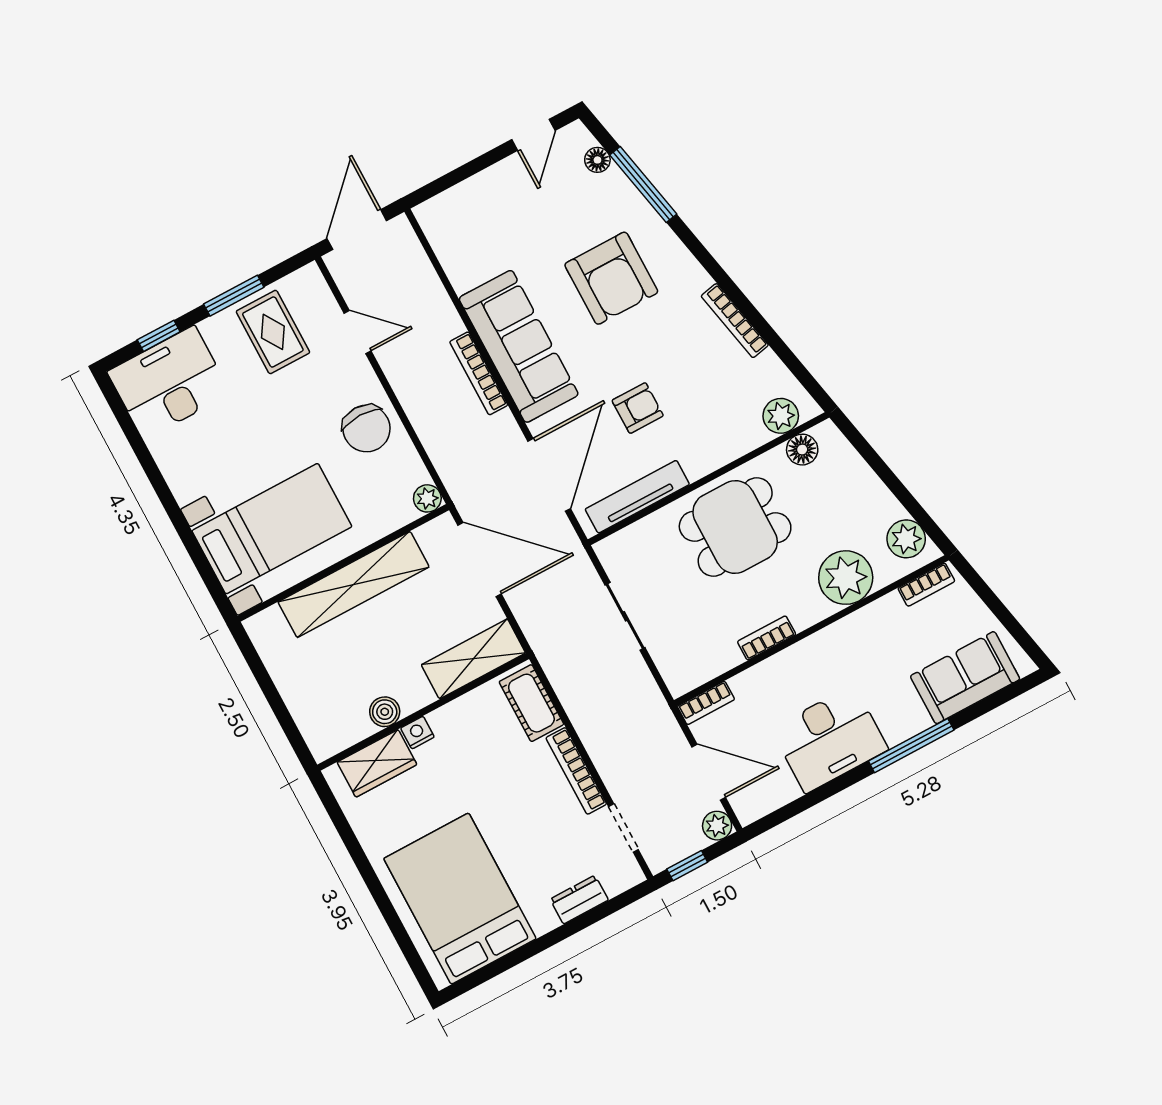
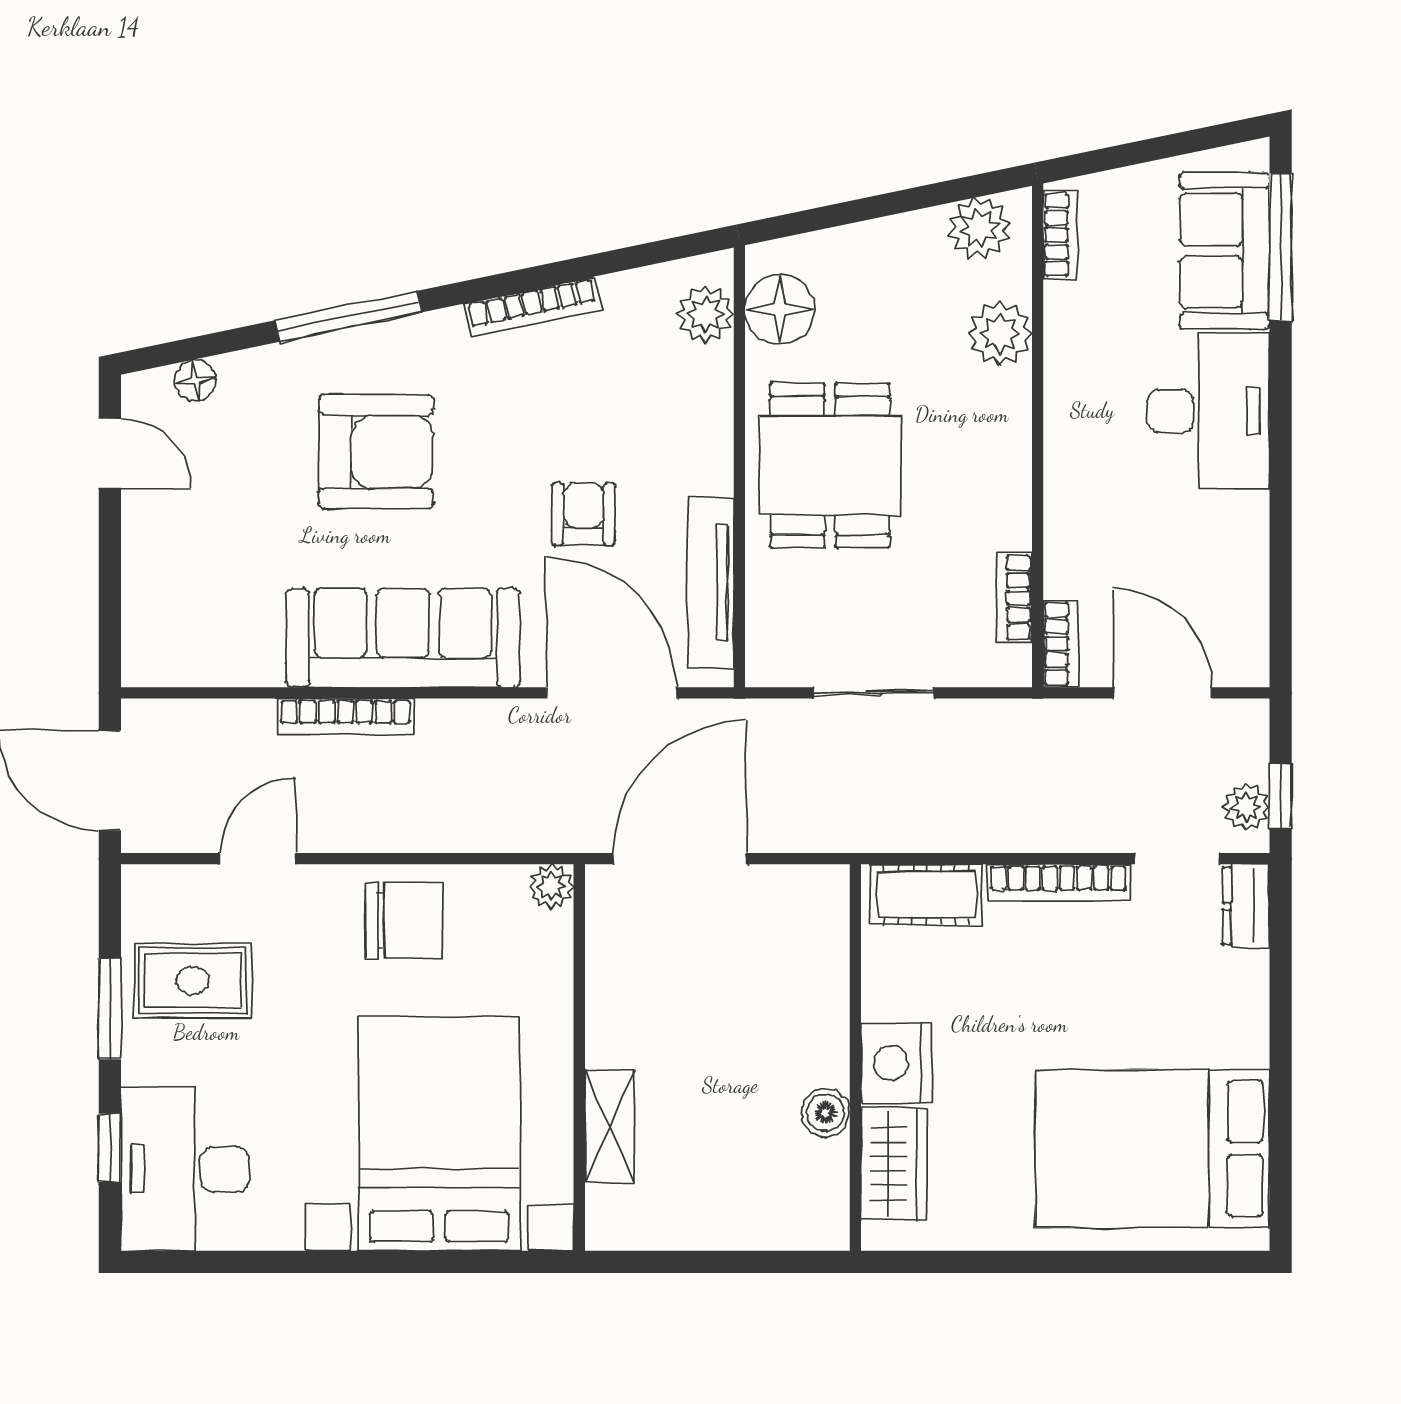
window: (643, 185) -> (349, 316), moved
bookcase: (479, 373) -> (345, 716), moved
floor lamp: (802, 450) -> (780, 309), width x1.38, depth x1.38
bed with nightstands: (272, 529) -> (439, 1134), width x1.36
plant: (846, 578) -> (1000, 334), width x0.73, depth x0.73
shelving: (354, 584) -> (610, 1126), width x0.45, depth x0.75
bookcase: (767, 638) -> (1014, 598), moved
shelving: (473, 659) -> (818, 944), removed
nightstand: (417, 733) -> (897, 1063), width x1.89, depth x1.79
desk: (830, 739) -> (1208, 411), moved
window: (911, 746) -> (1281, 247), moved
door: (709, 772) -> (1162, 693), hinge flipped
plant: (717, 826) -> (1246, 807), moved
dresser: (579, 900) -> (1246, 906), moved

